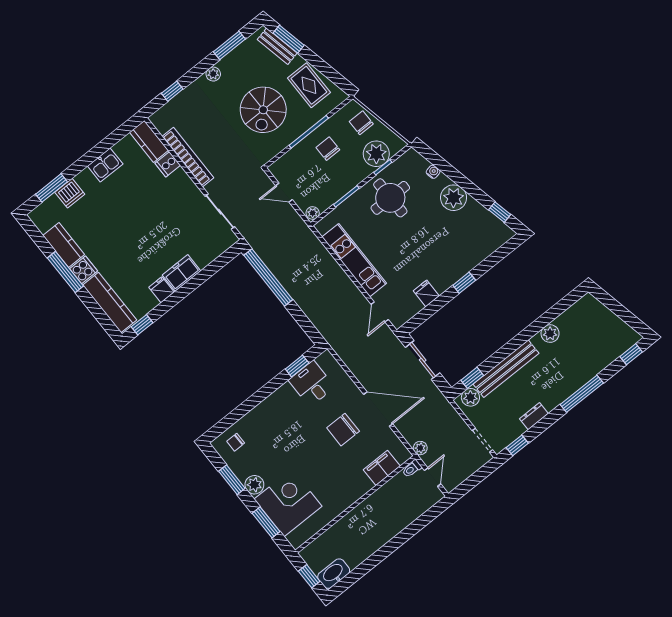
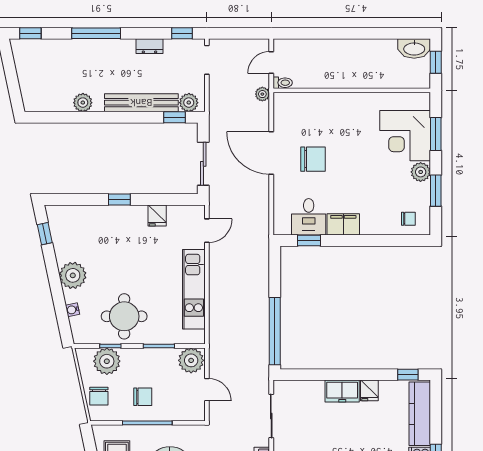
chair: (328, 149) -> (143, 397), turned -90
plant: (313, 213) -> (191, 360), width x1.88, depth x1.88
filing cabinet: (382, 468) -> (343, 224), moved, turned 180

